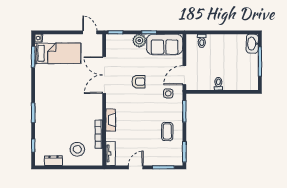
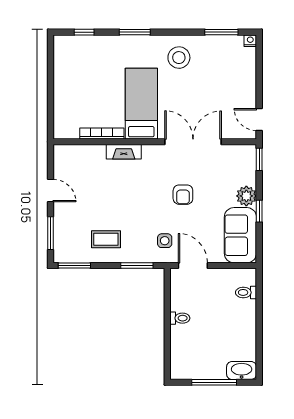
door: (90, 32) -> (259, 120), swing flipped
bed: (58, 53) -> (141, 104), moved, turned 180
stool: (77, 149) -> (179, 58), moved
tv unit: (111, 154) -> (72, 152), removed
dresser: (53, 161) -> (61, 63), removed

